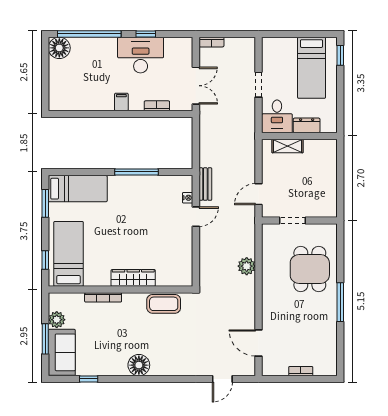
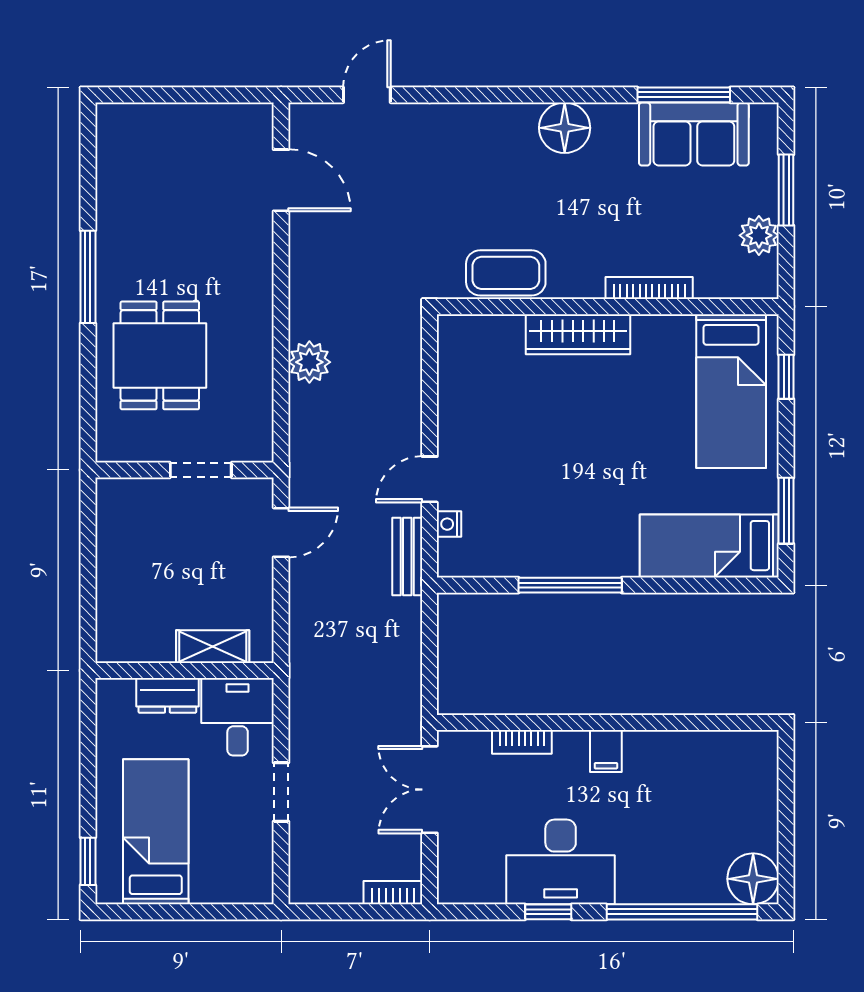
sofa: (62, 352) -> (694, 134), moved, turned -90
bookcase: (301, 371) -> (181, 114), removed
window: (89, 379) -> (684, 95), width x2.17

